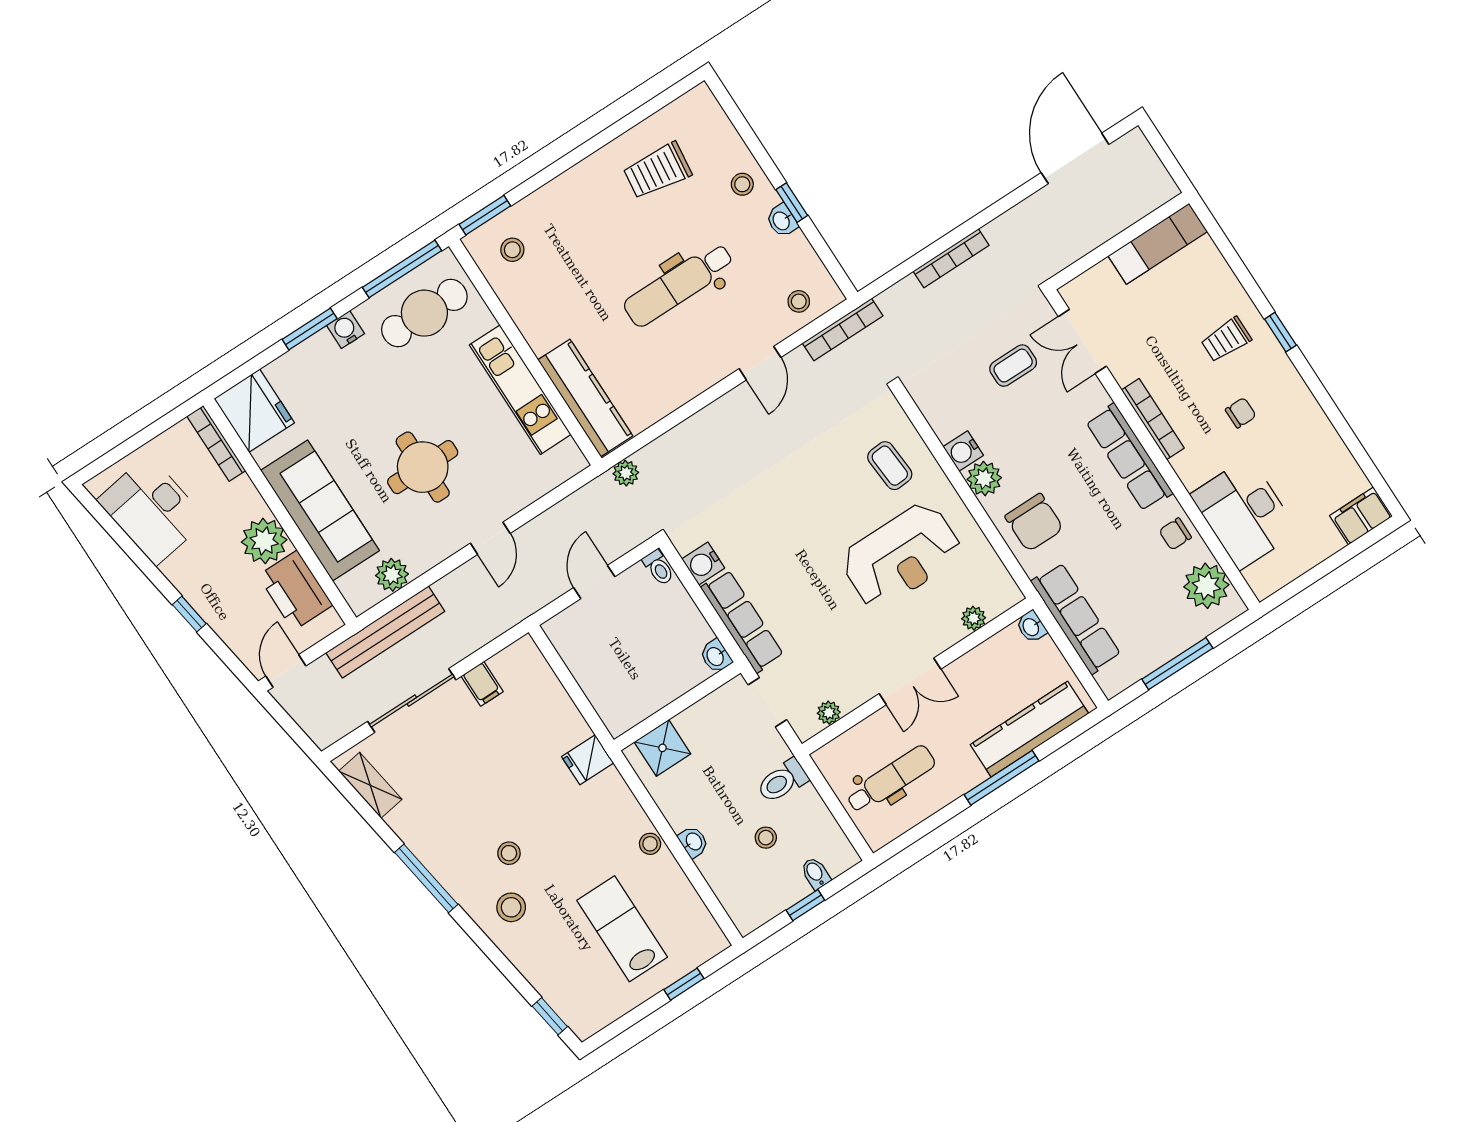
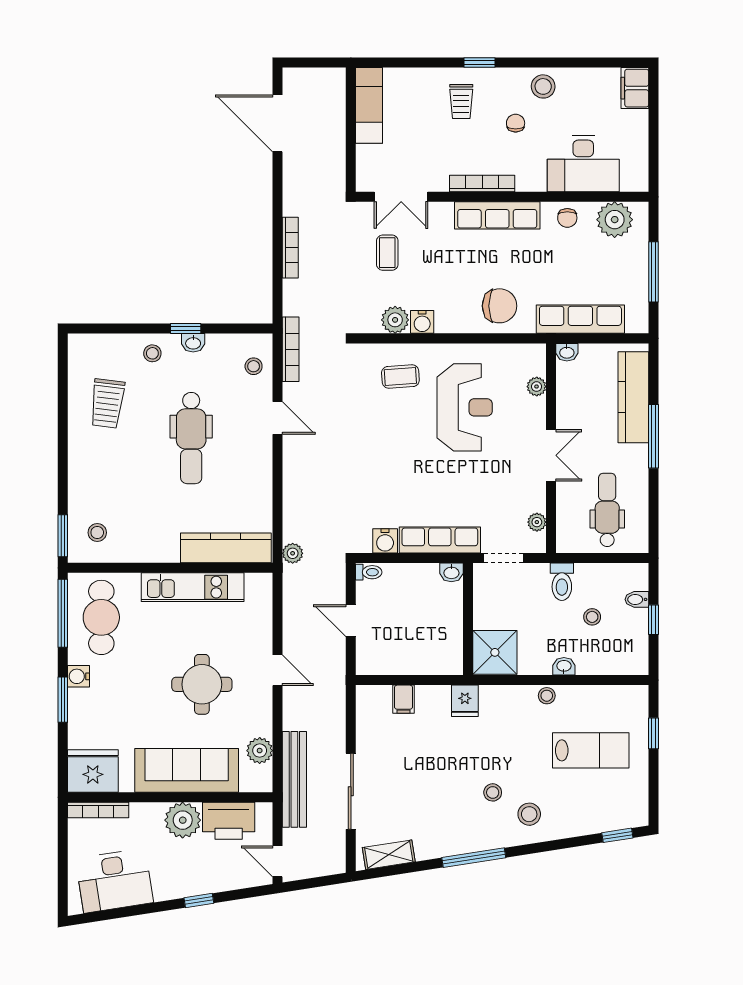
stool: (1299, 417) -> (543, 86), added
plant: (984, 479) -> (395, 320), moved
filing cabinet: (482, 684) -> (404, 699), moved, turned 90
shower: (662, 748) -> (495, 652), width x1.36, depth x1.36
lab bench: (622, 929) -> (591, 750), turned 180

